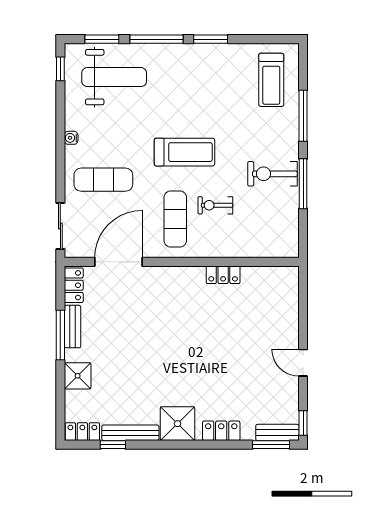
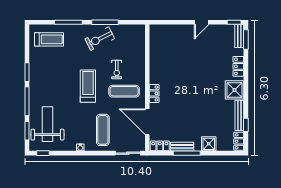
exercise bike: (272, 174) -> (100, 39), turned 63
locker: (223, 275) -> (154, 93), moved

